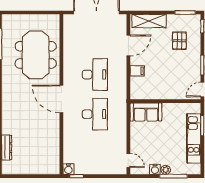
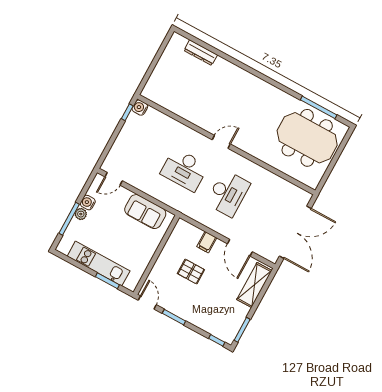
pallet: (179, 41) -> (191, 272), moved
meeting table: (36, 55) -> (307, 138), moved
desk: (95, 75) -> (228, 193), turned -90
door: (61, 99) -> (221, 142), width x0.53
sofa: (146, 112) -> (145, 212), moved, turned -90

